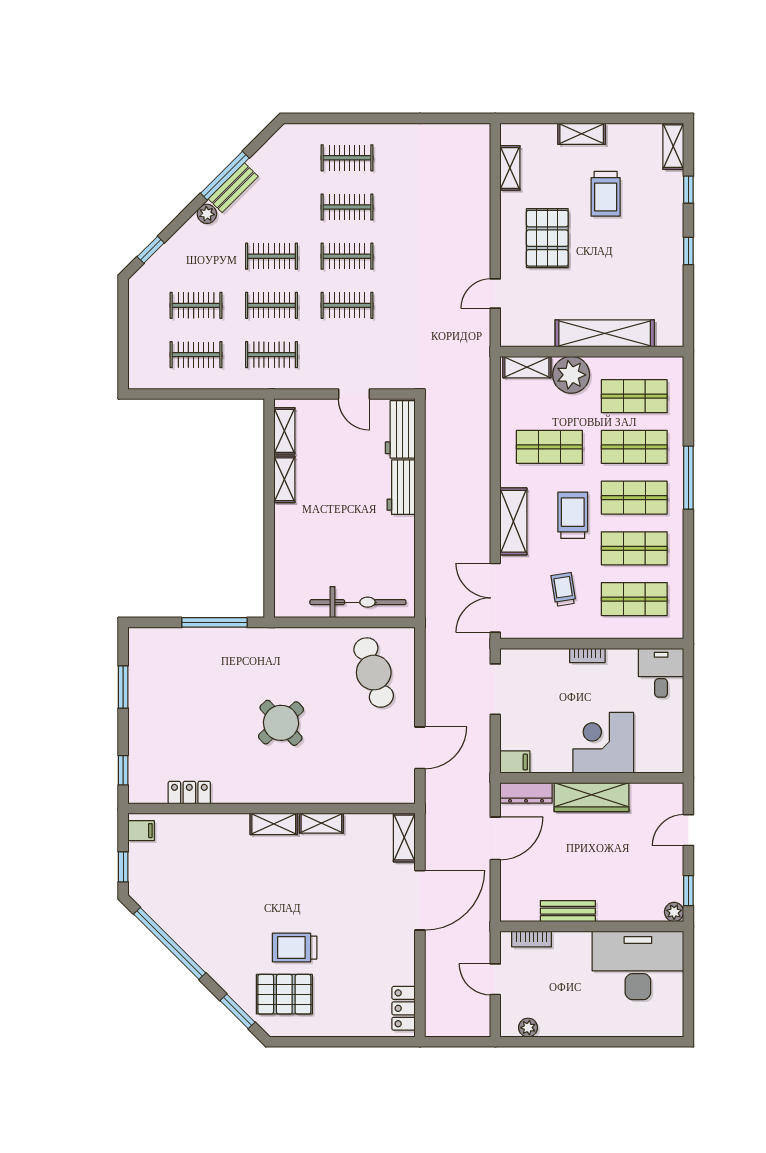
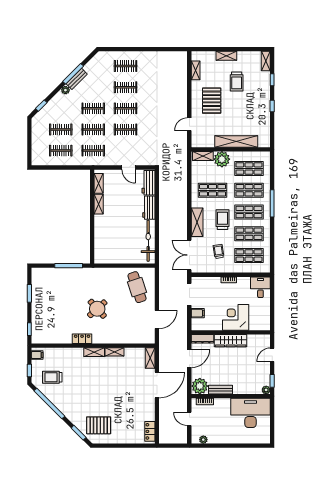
bicycle: (358, 602) -> (148, 241), moved, turned -90
filing cabinet: (515, 762) -> (198, 313), moved
locker: (189, 793) -> (82, 339), moved
plant: (520, 903) -> (200, 386), added
trolley: (295, 948) -> (52, 377), moved

